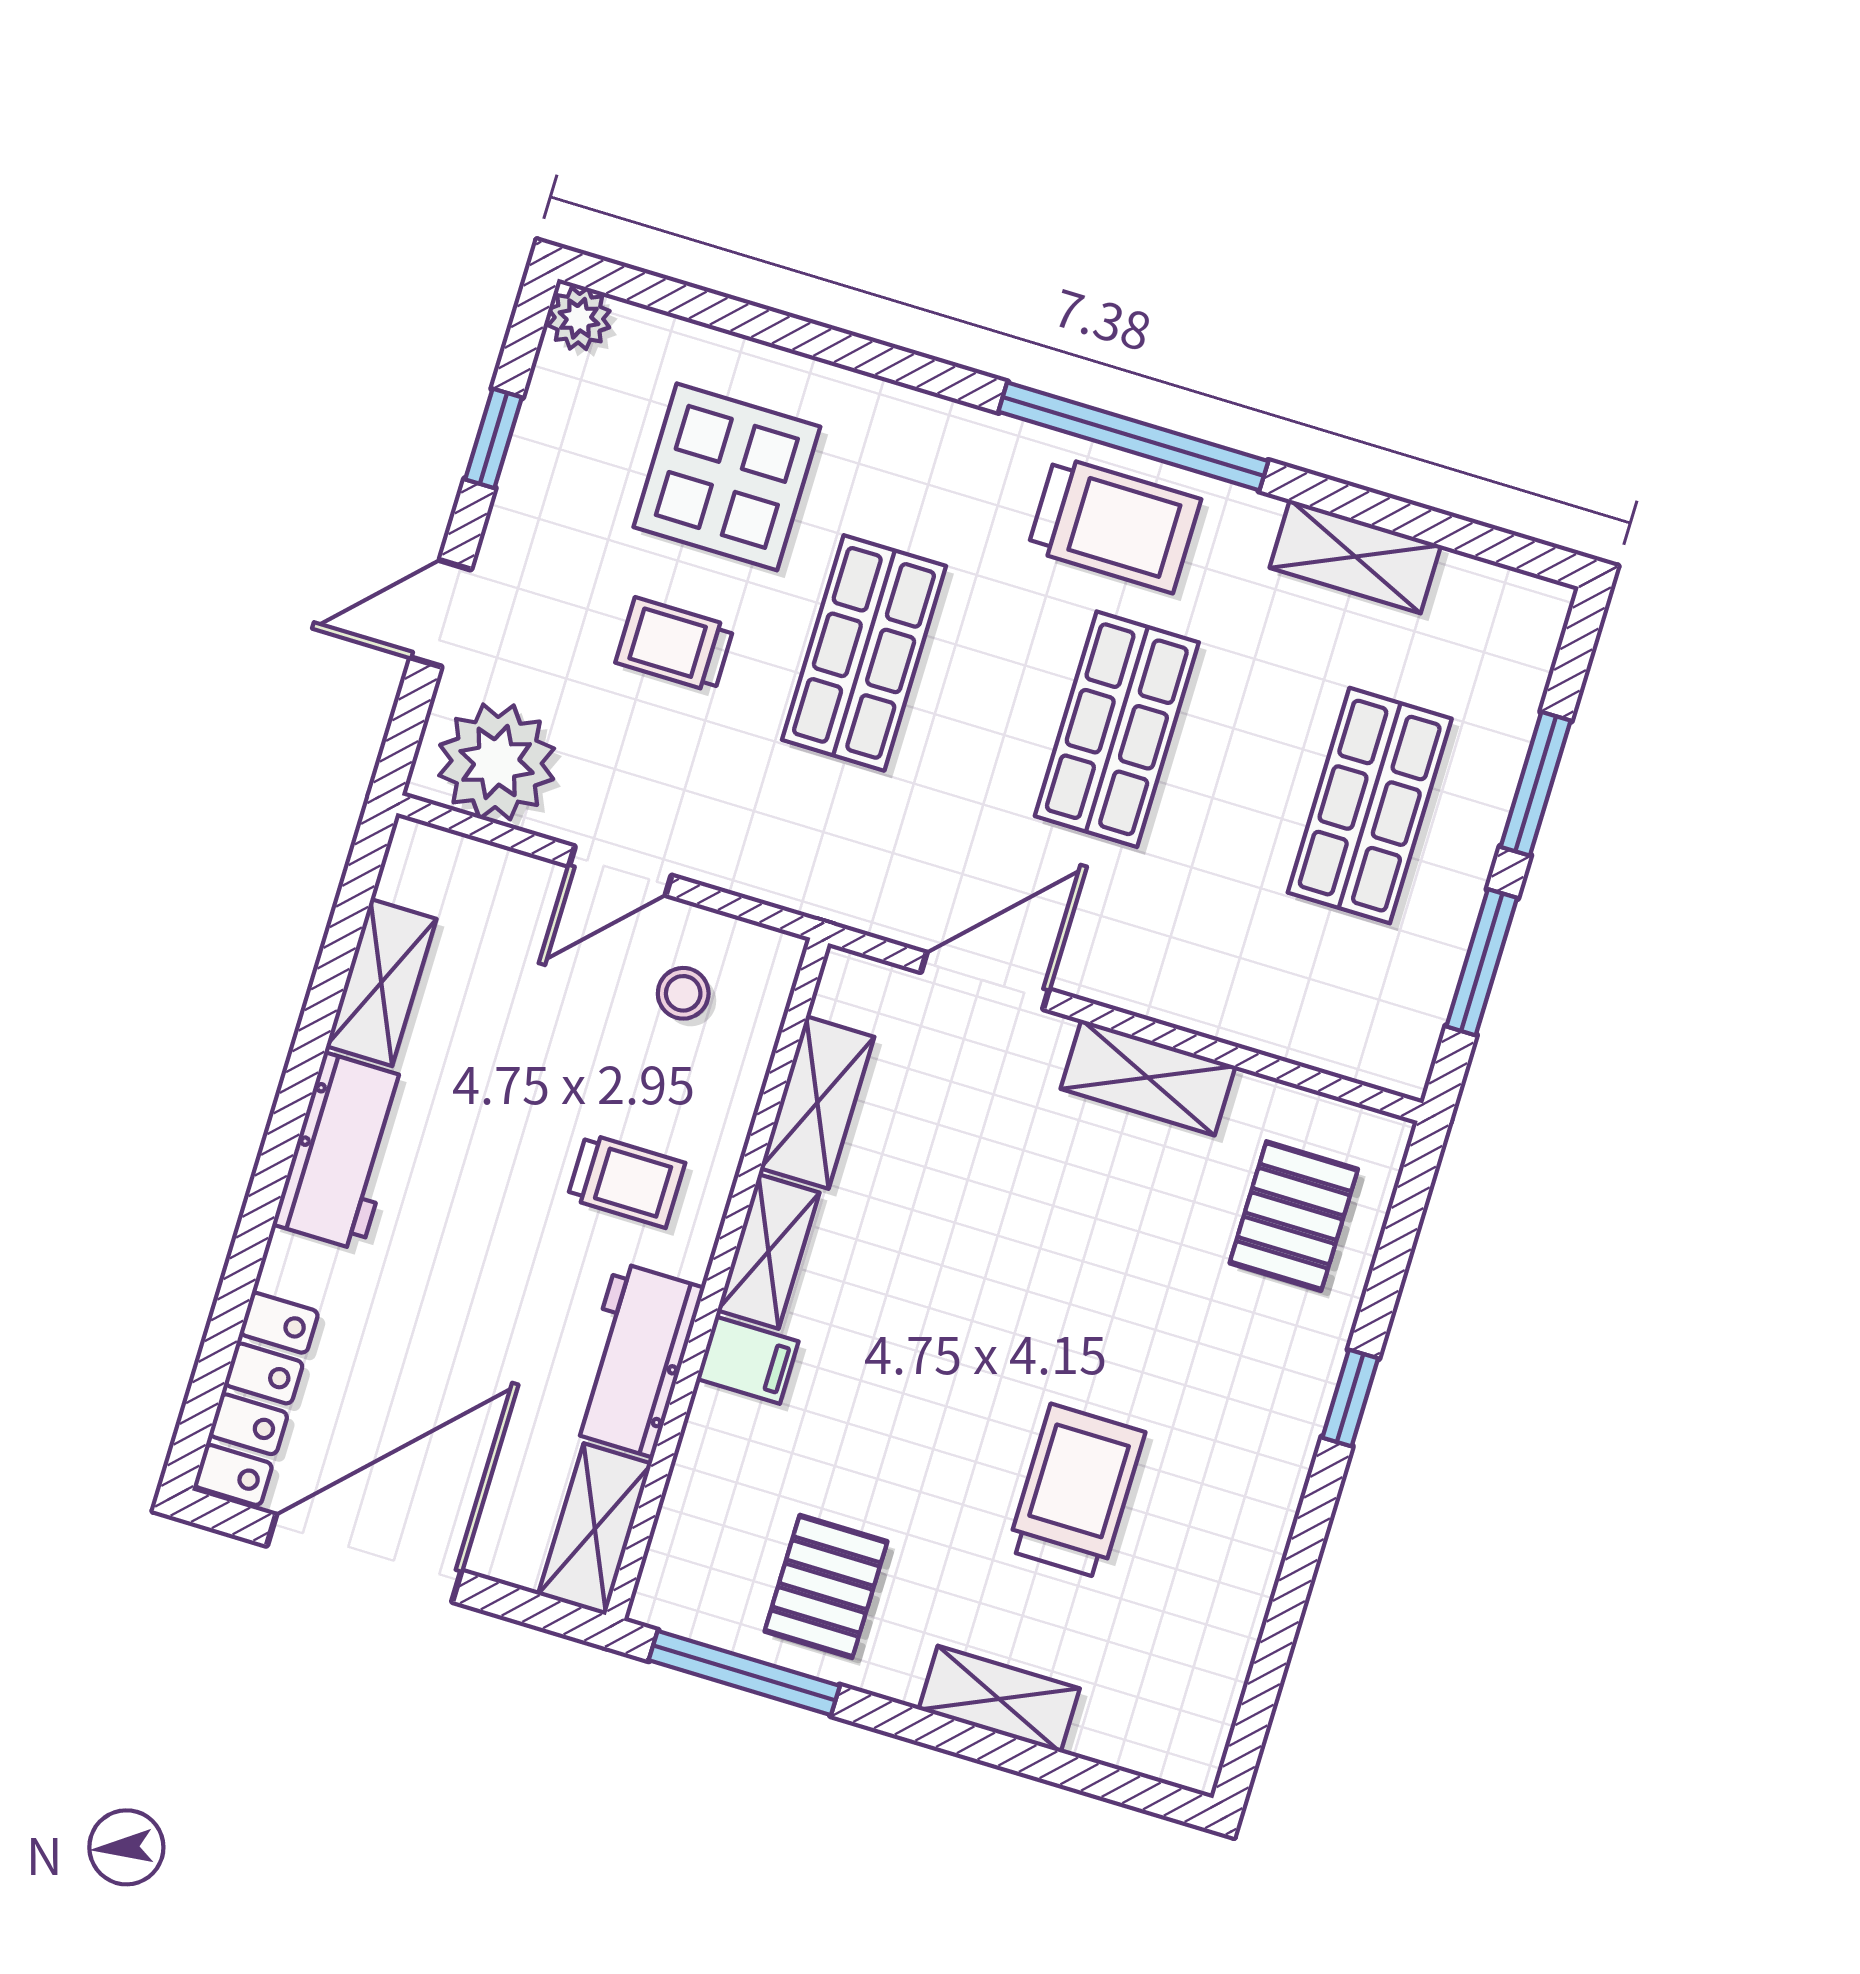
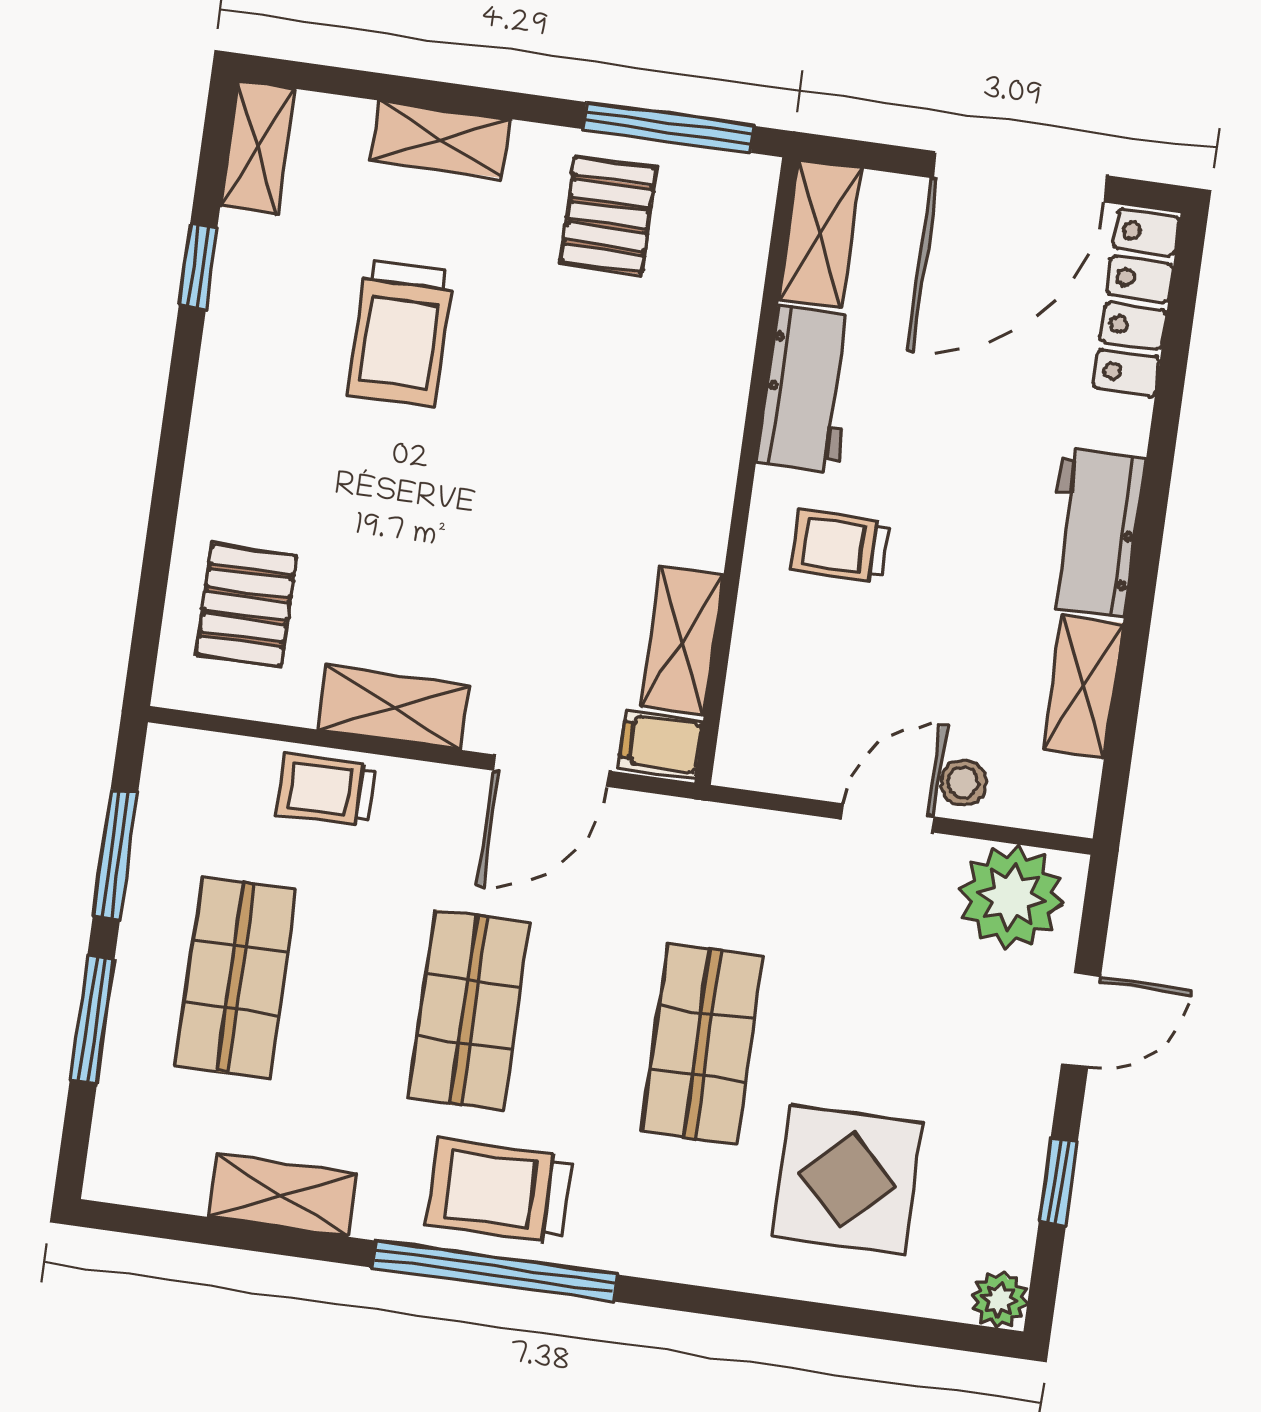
trolley: (675, 645) -> (326, 790), moved, turned 180
stool: (683, 993) -> (963, 783), moved
shelving: (768, 1252) -> (257, 148), moved
filing cabinet: (748, 1360) -> (661, 744), moved
window: (1350, 1398) -> (198, 267), moved

